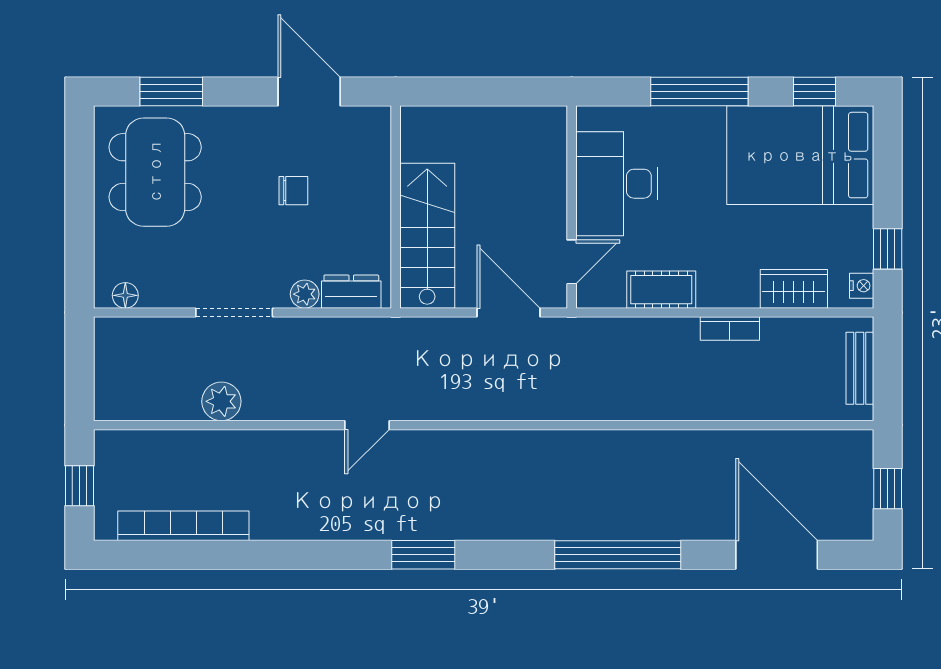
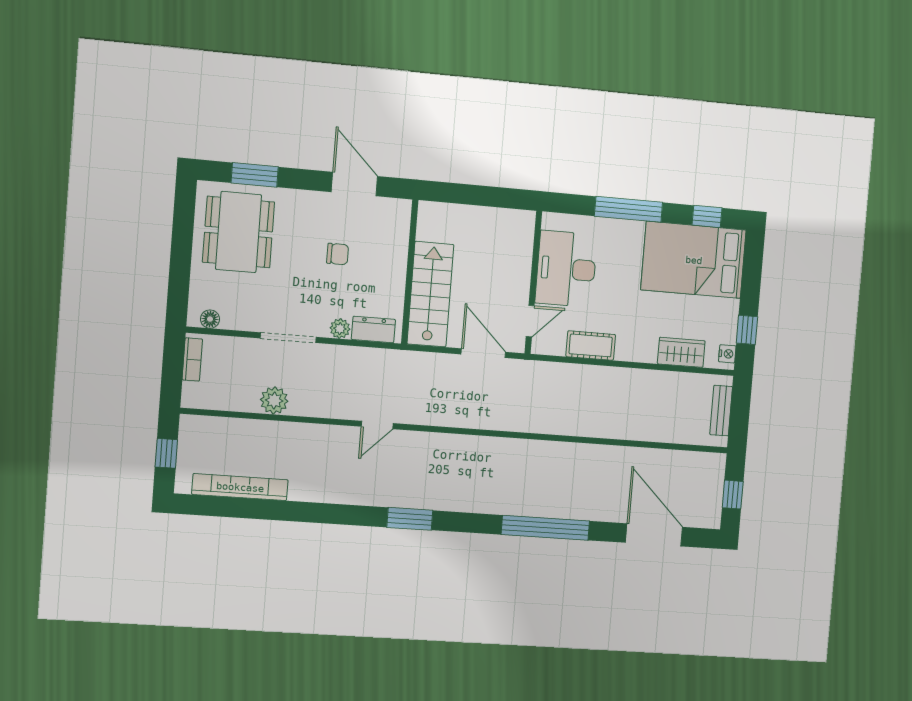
bookcase: (730, 329) -> (192, 359), moved, turned -90

